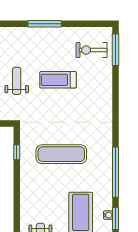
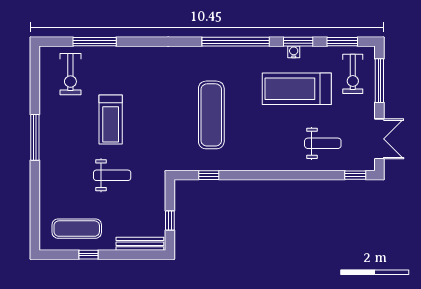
window: (116, 50) -> (95, 42), moved
weight bench: (17, 81) -> (112, 175), turned 180

